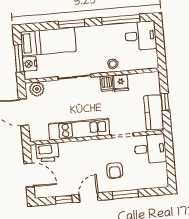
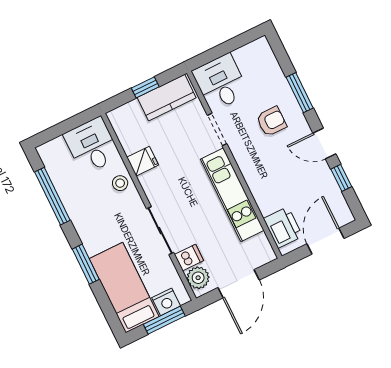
desk: (141, 36) -> (92, 146), moved
dishwasher: (107, 83) -> (189, 258), moved

